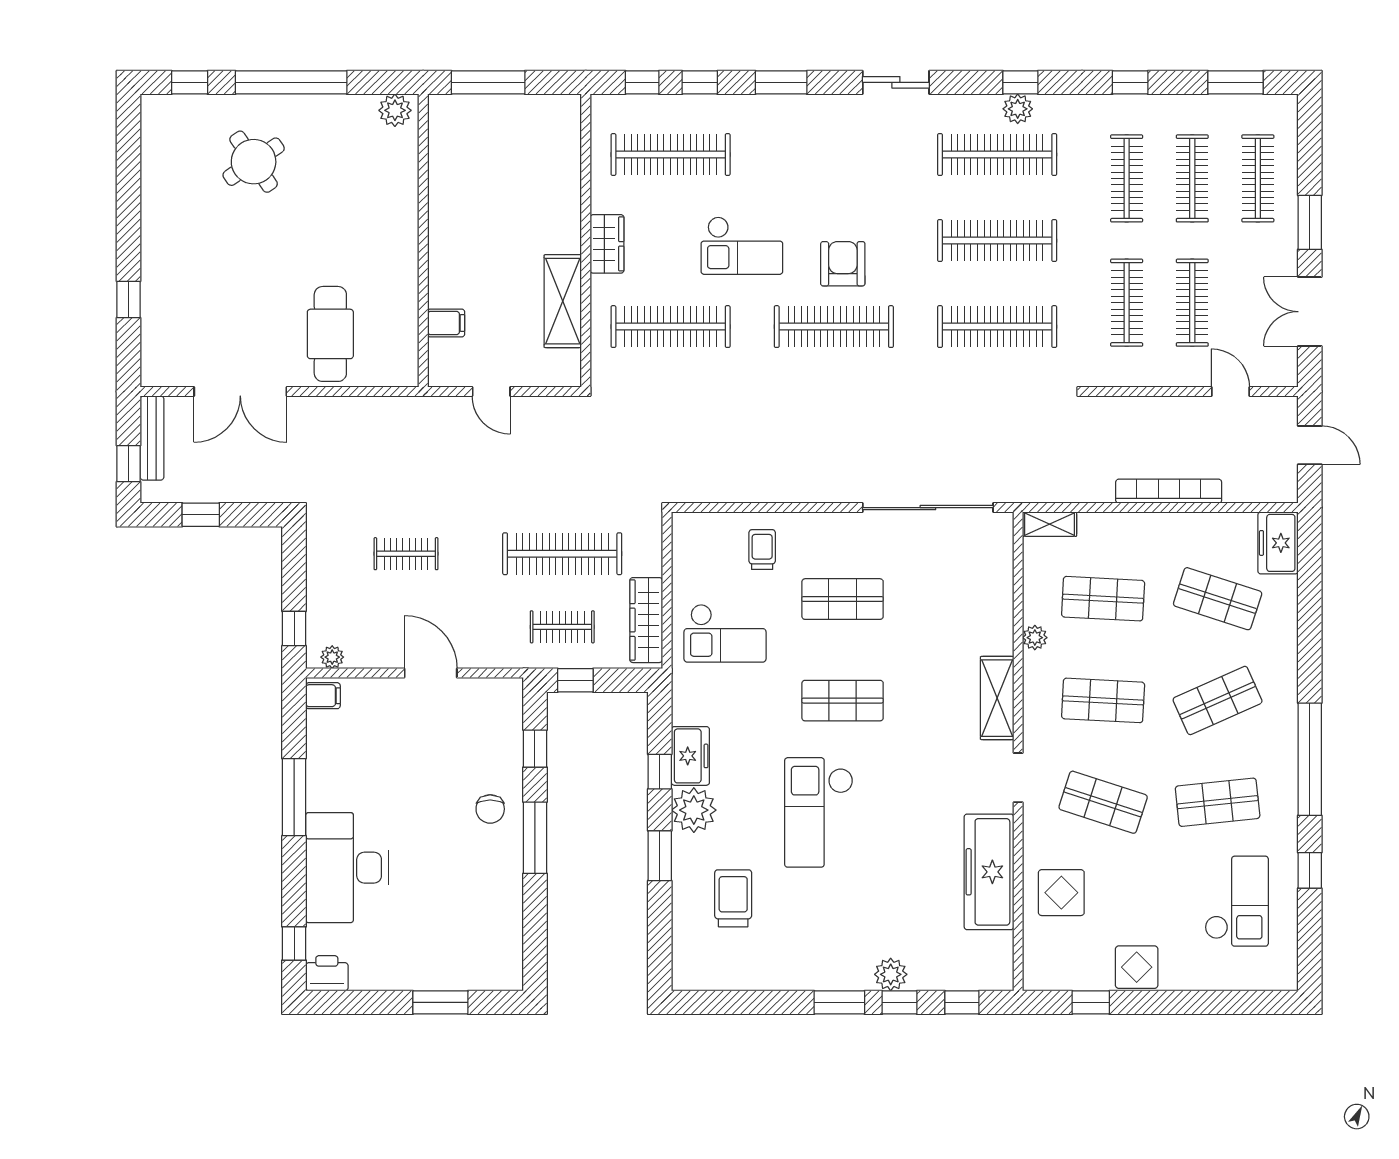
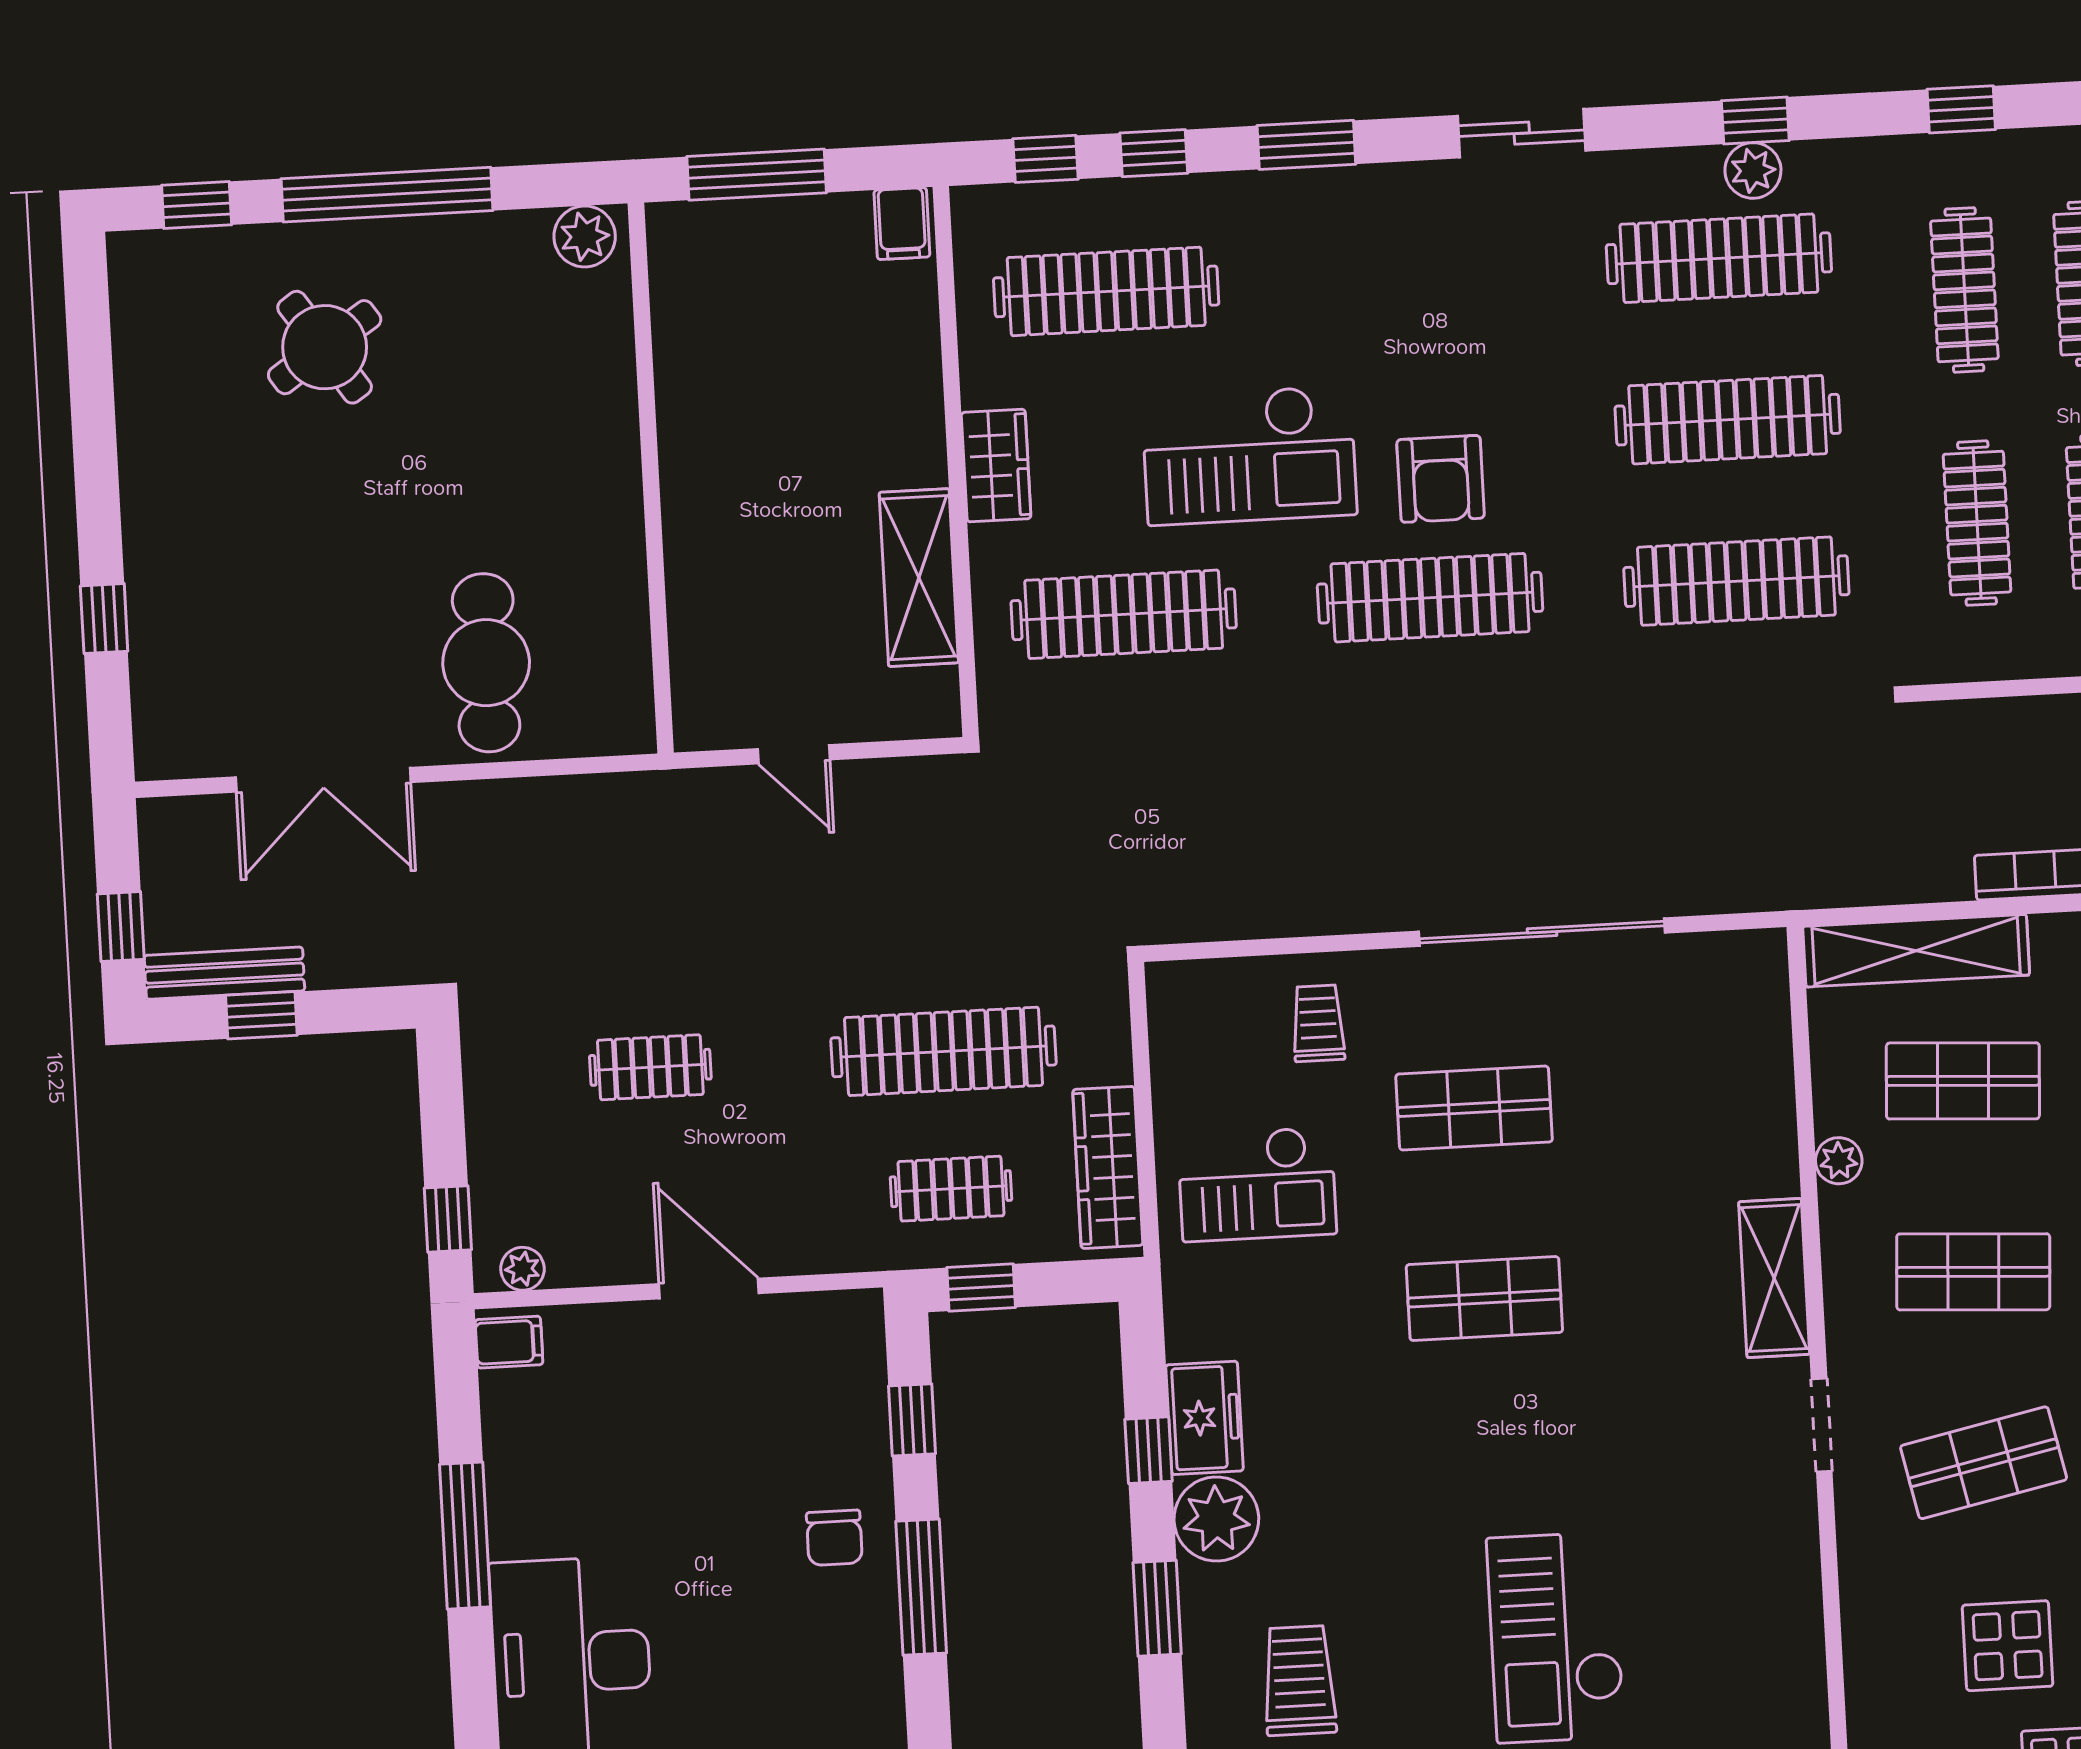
checkout: (742, 246) -> (1249, 455), width x1.36, depth x1.21
armchair: (843, 264) -> (1441, 479), turned 180
filing cabinet: (446, 323) -> (902, 224), moved, turned 90
bench: (152, 438) -> (224, 973), moved, turned 90
sliding door: (928, 508) -> (1542, 932), moved
shelving: (1050, 524) -> (1916, 951), width x2.20, depth x1.33
shop shelf: (1103, 802) -> (1984, 1463), turned -30
checkout: (819, 812) -> (1556, 1637), moved
freezer: (989, 872) -> (1776, 1605), removed
display table: (1061, 893) -> (2008, 1646), moved

